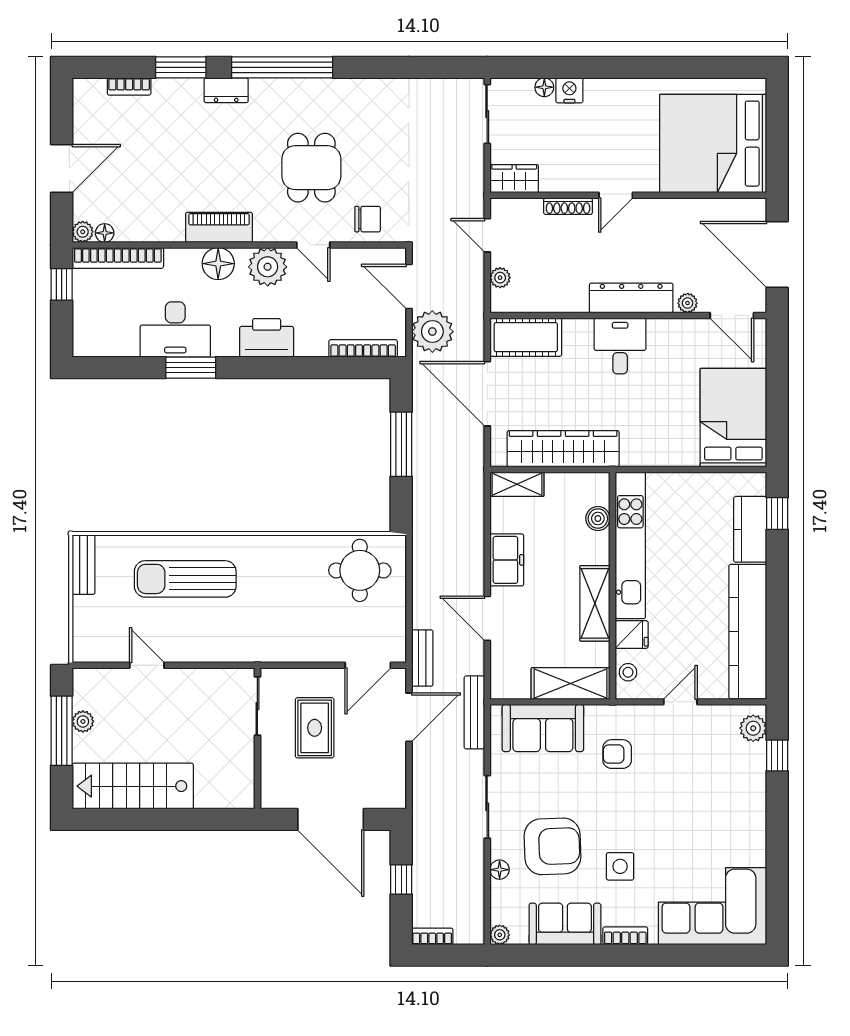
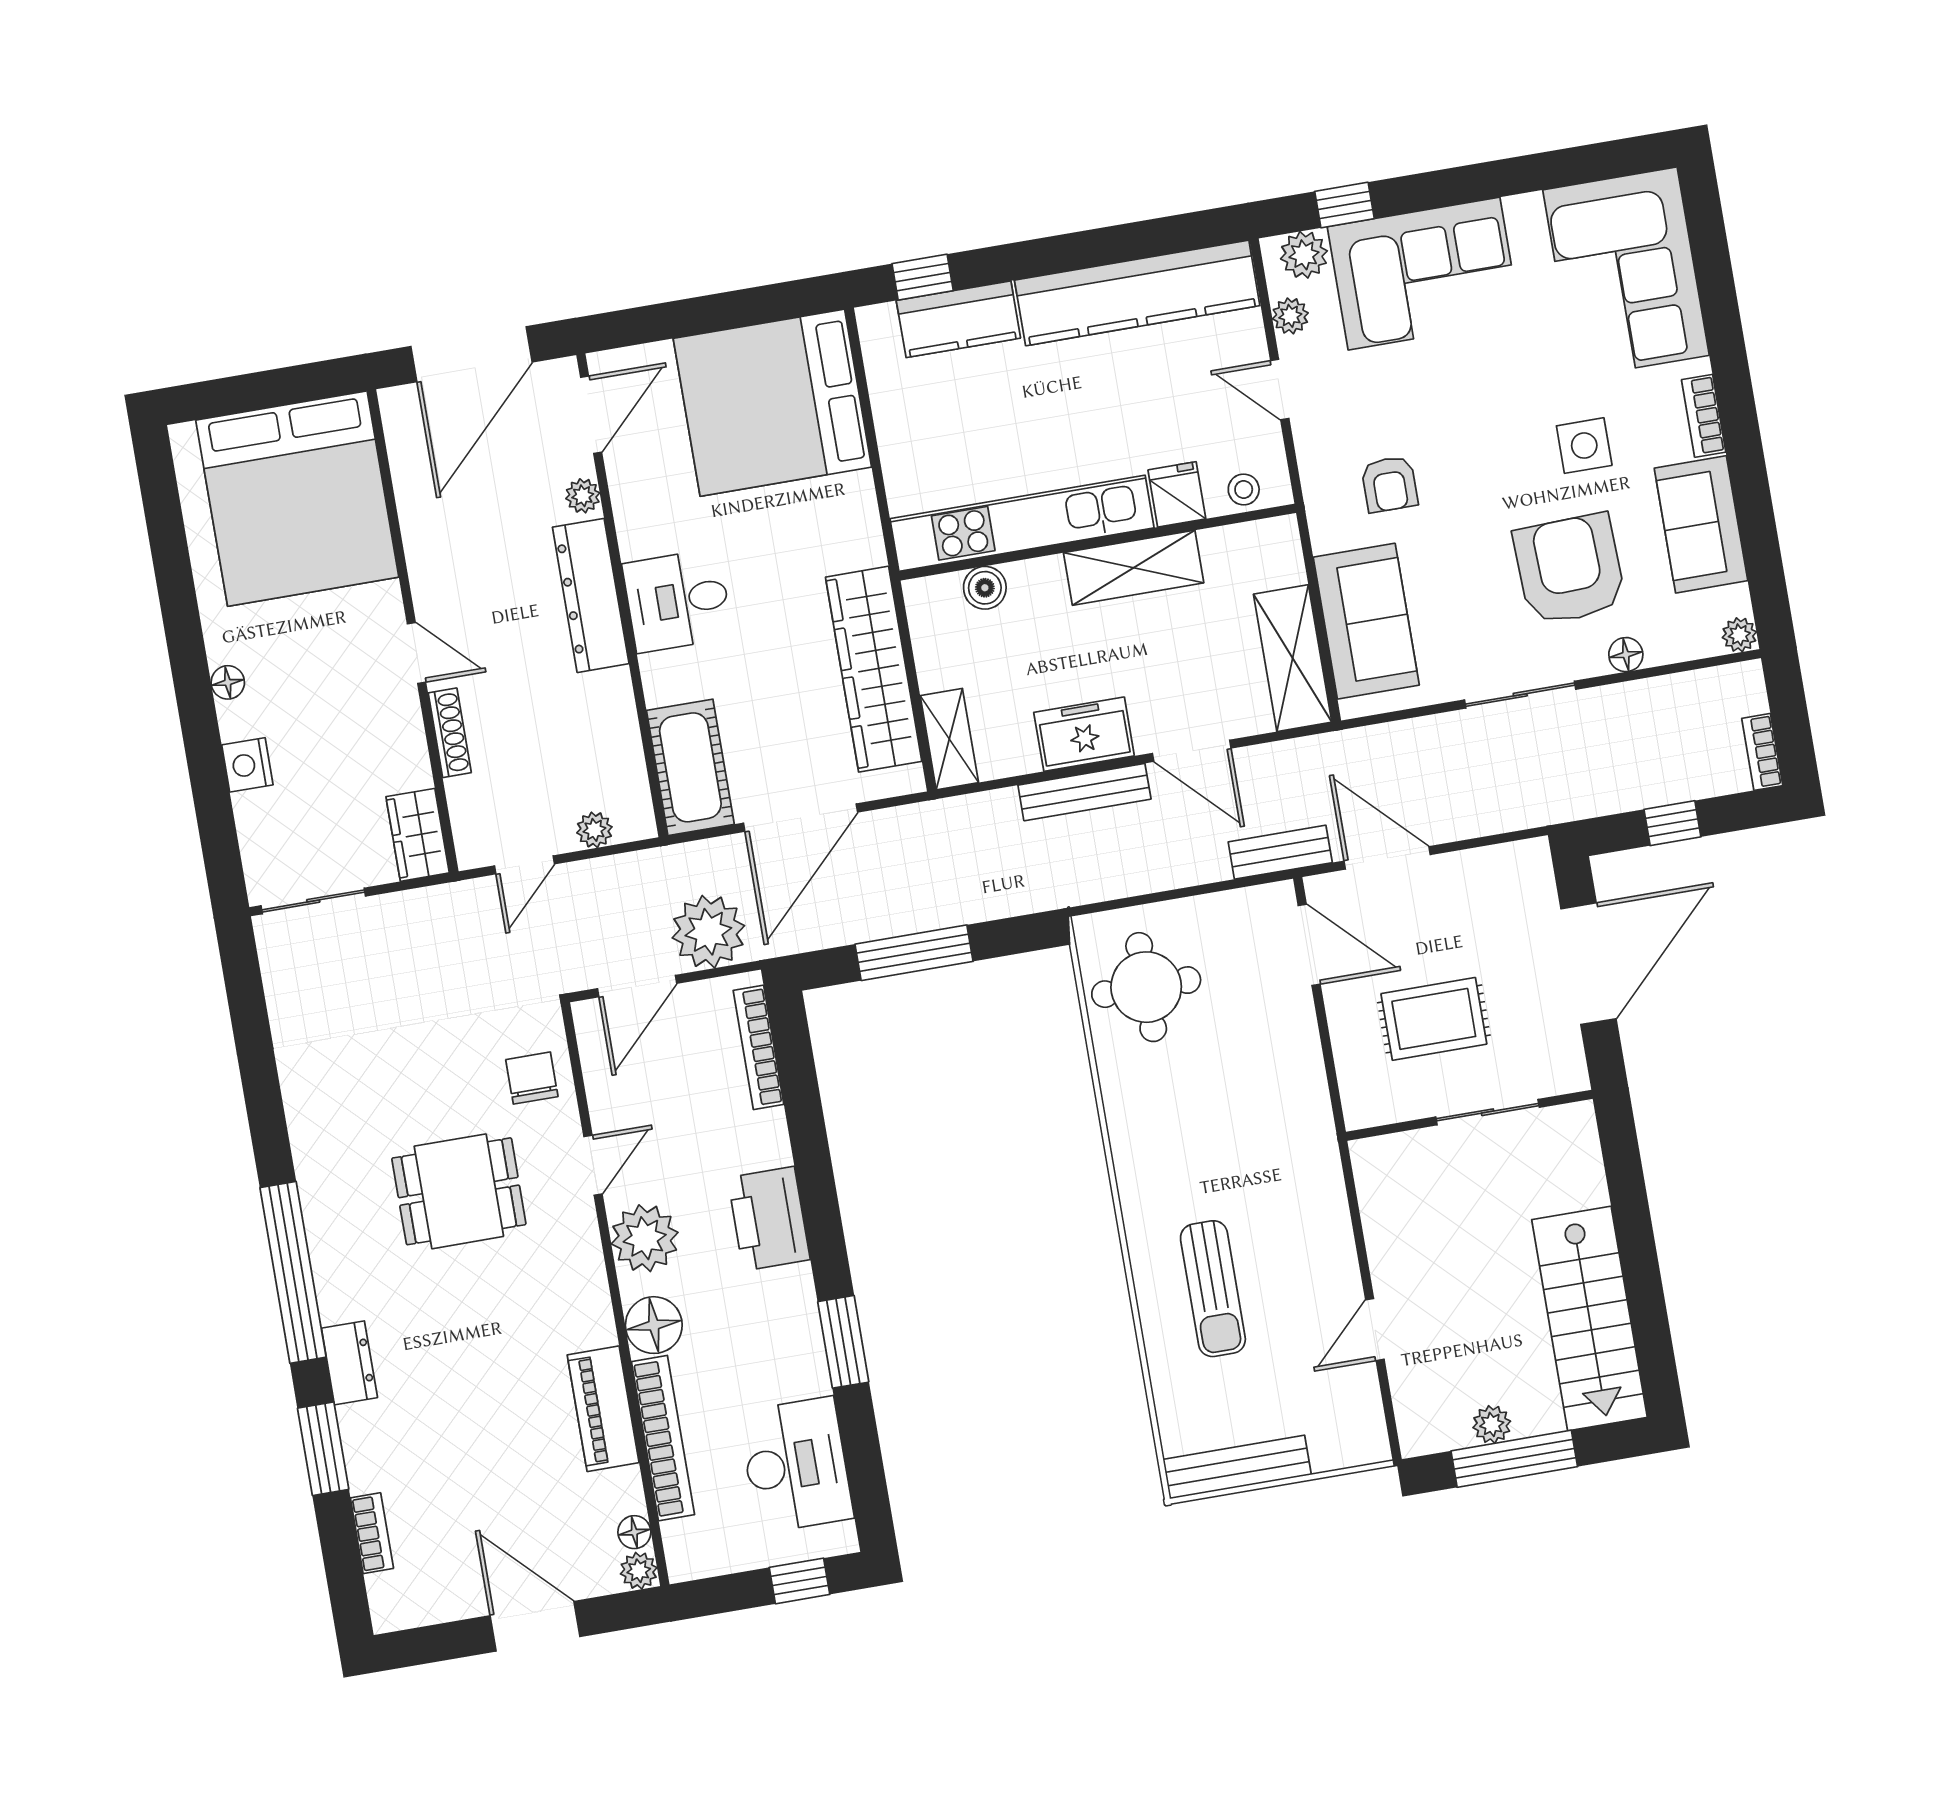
floor lamp: (544, 87) -> (228, 682), moved
piano: (219, 227) -> (603, 1409), moved
bookcase: (118, 258) -> (663, 1438), moved
window: (62, 284) -> (799, 1581), moved
desk: (175, 330) -> (796, 1465), moved
bed: (733, 418) -> (772, 403), width x1.36
bench: (83, 565) -> (1237, 1467), width x1.36
sun lounger: (185, 579) -> (1213, 1289), width x0.73, depth x0.75
door: (487, 618) -> (1192, 751), hinge flipped
shelving: (571, 683) -> (1293, 658), moved
sliding door: (257, 706) -> (1488, 1112), moved
bench: (474, 712) -> (1084, 792), moved
plant: (720, 715) -> (1290, 316), added
corner sofa: (731, 793) -> (1424, 274), added

